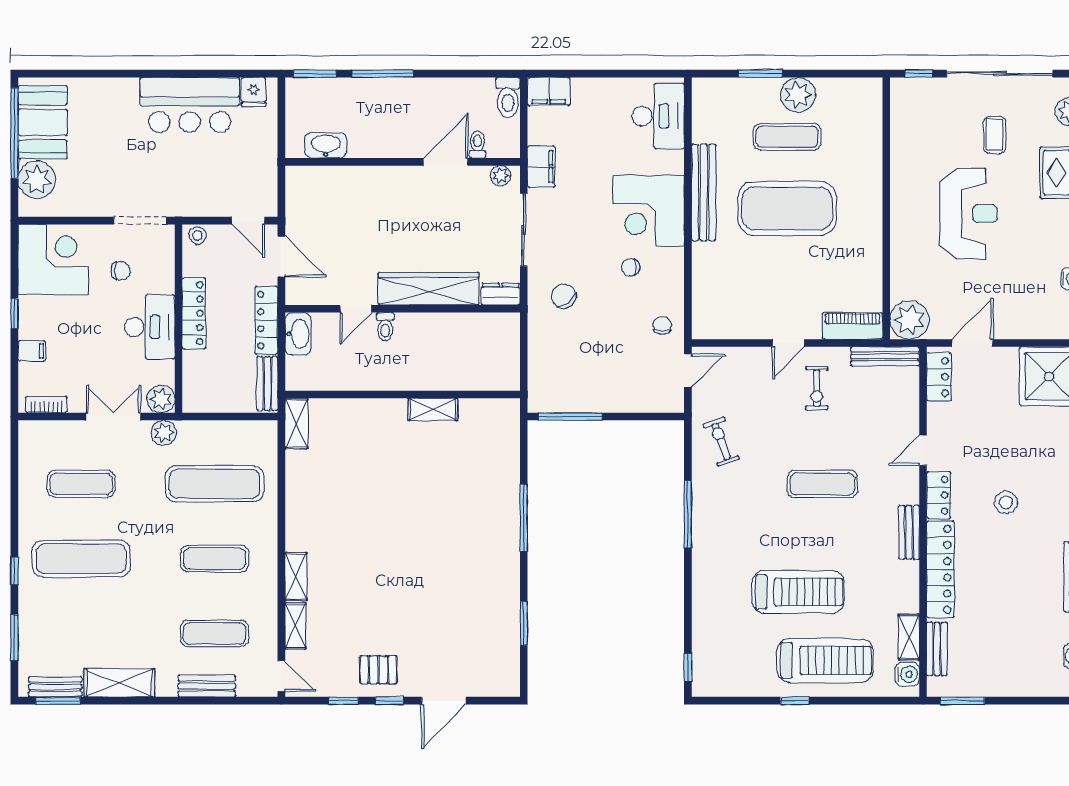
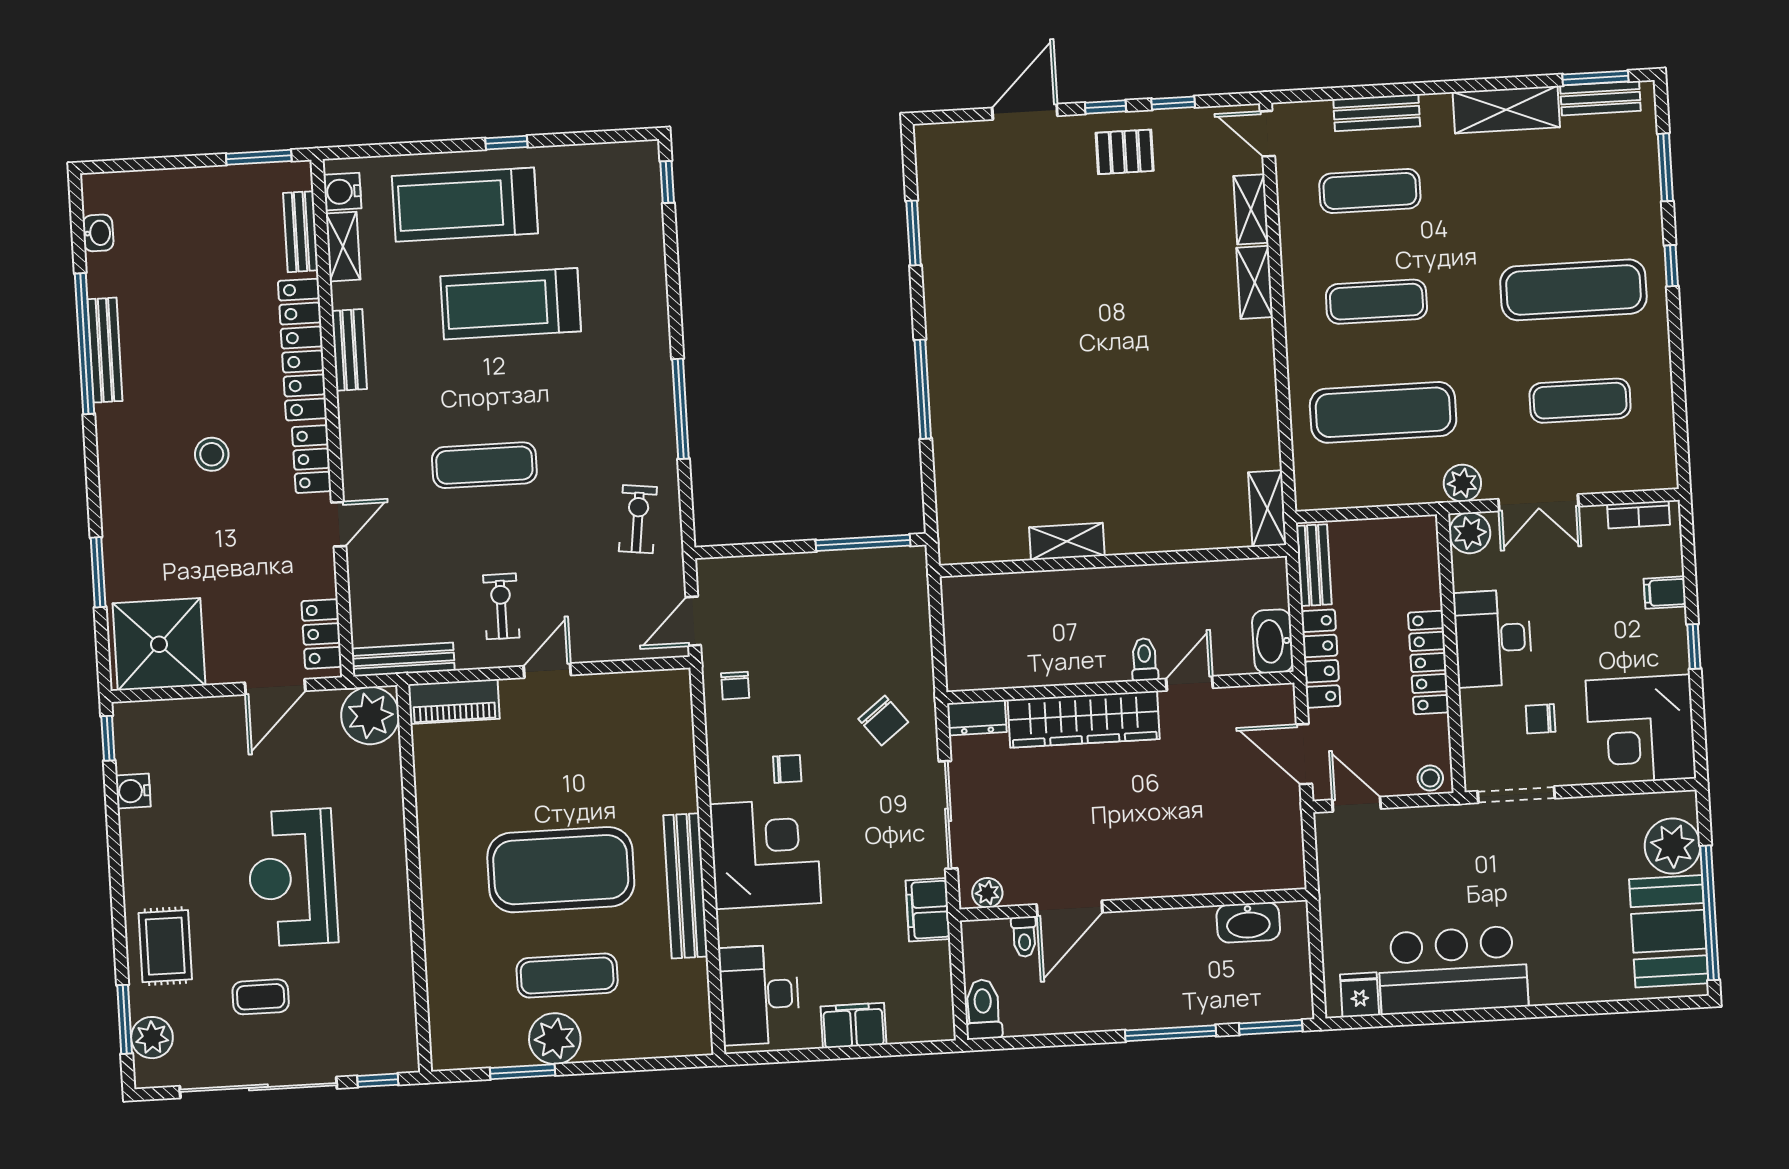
window: (760, 74) -> (523, 1072), moved
filing cabinet: (549, 92) -> (853, 1025), moved
coffee table: (995, 135) -> (261, 997), turned 90
exercise bike: (721, 442) -> (638, 519), turned -153
bench: (909, 532) -> (349, 350), moved

